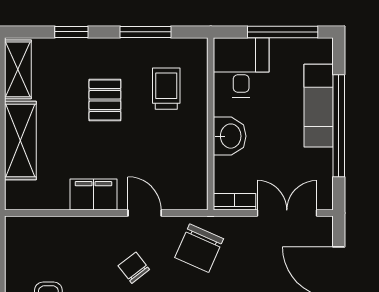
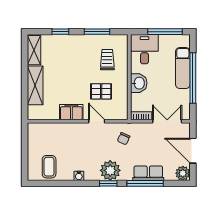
pallet: (105, 100) -> (101, 91), moved, turned 90
chair: (199, 248) -> (124, 139), width x0.54, depth x0.54
chair: (134, 268) -> (91, 148), removed

